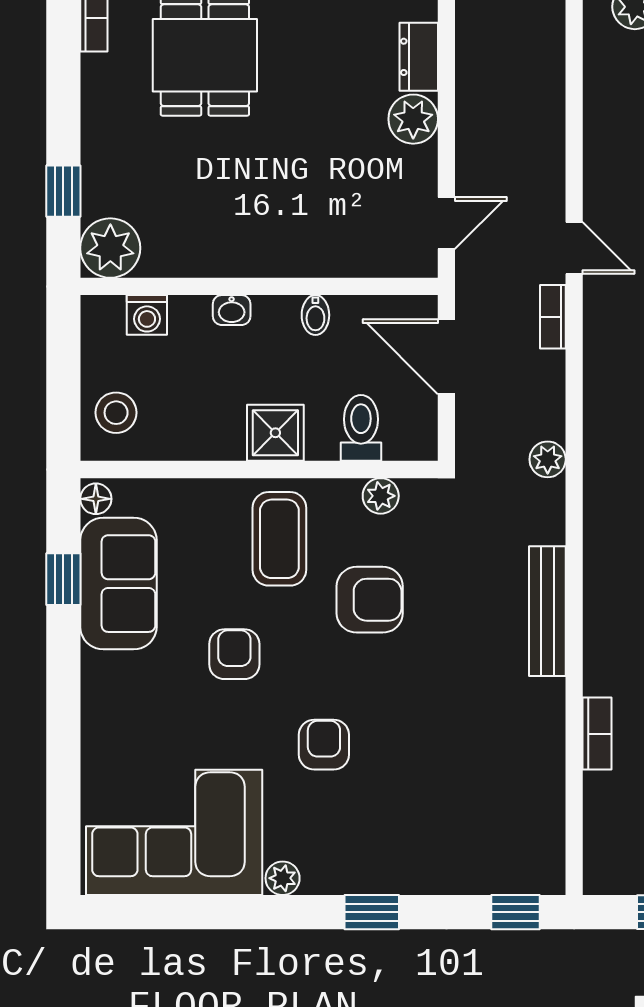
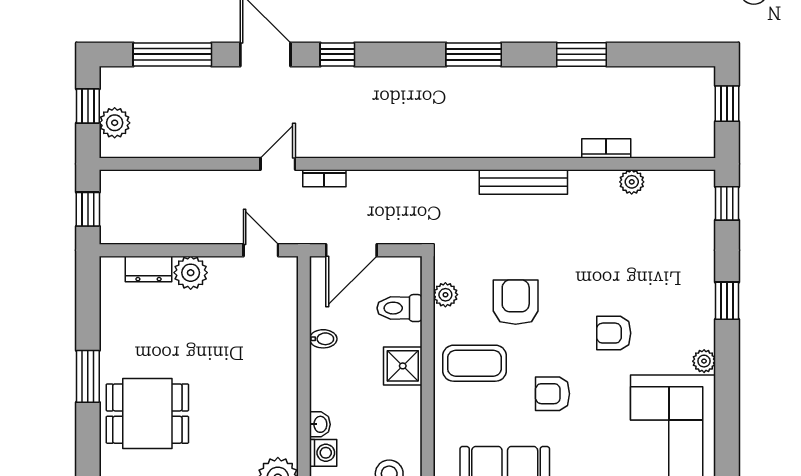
washbasin: (232, 310) -> (320, 424), moved
plant: (548, 459) -> (632, 182), moved

